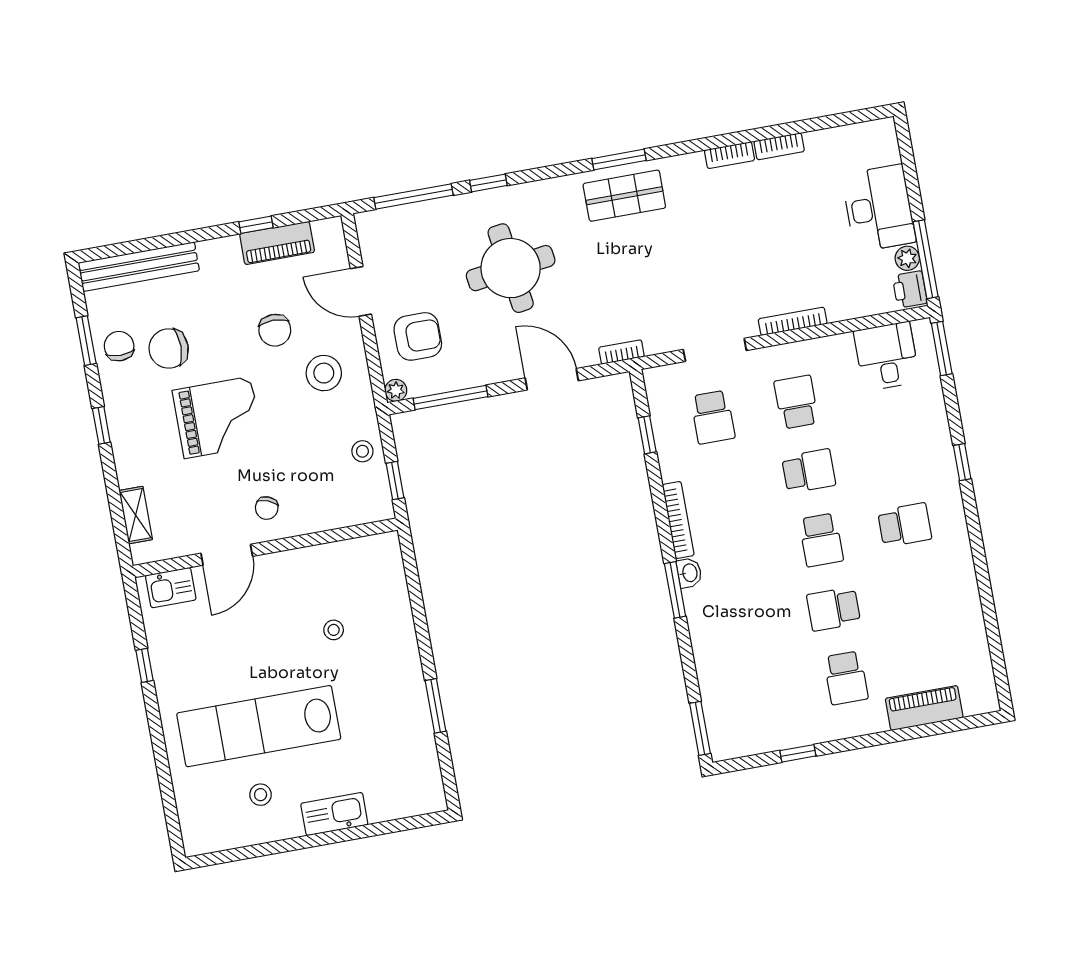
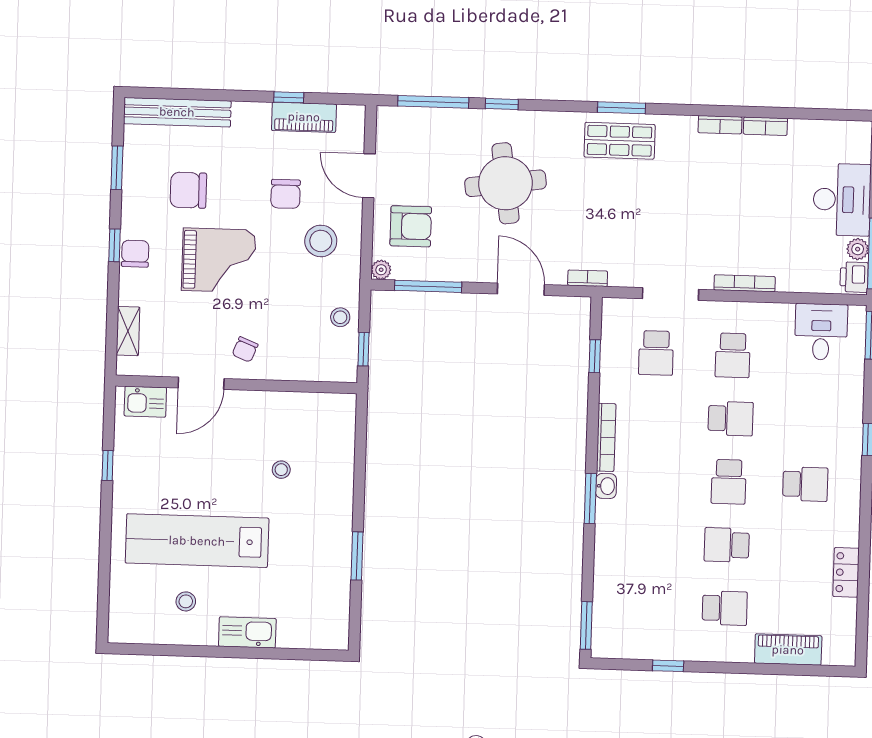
chair: (119, 346) -> (135, 254), moved
school desk: (796, 402) -> (733, 355), turned 180
locker: (969, 611) -> (846, 572), added
school desk: (846, 678) -> (725, 608), turned -90

